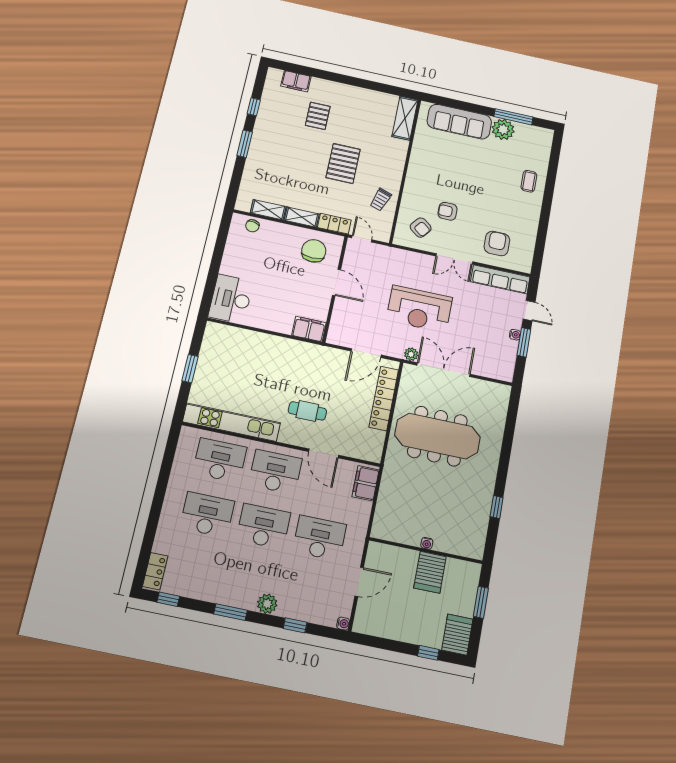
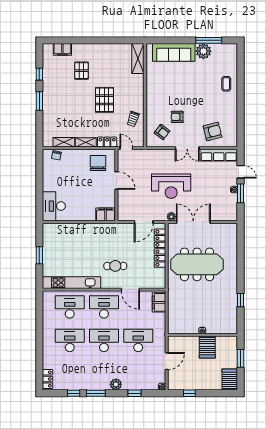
armchair: (497, 244) -> (213, 132), turned 76
window: (168, 599) -> (74, 393), moved
window: (428, 653) -> (189, 393), moved

